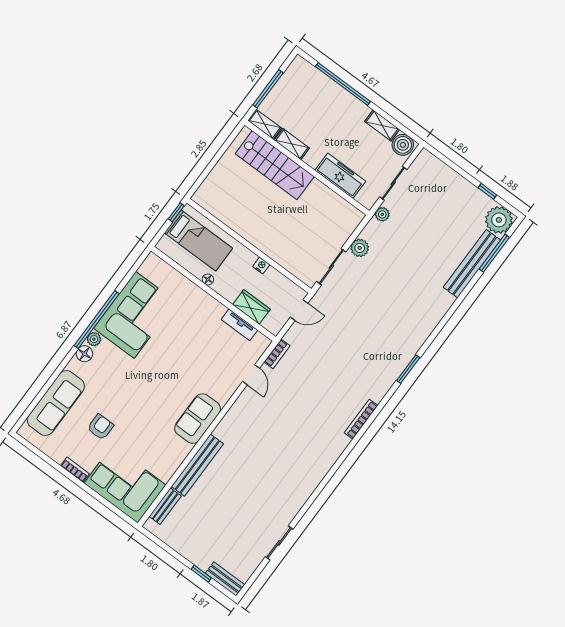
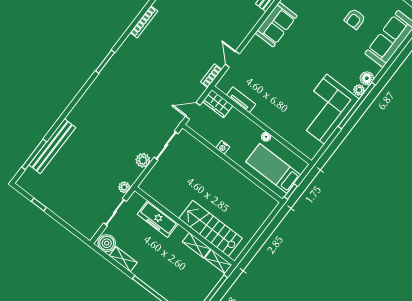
plant: (499, 220) -> (30, 181), removed
wardrobe: (251, 307) -> (218, 104), moved

